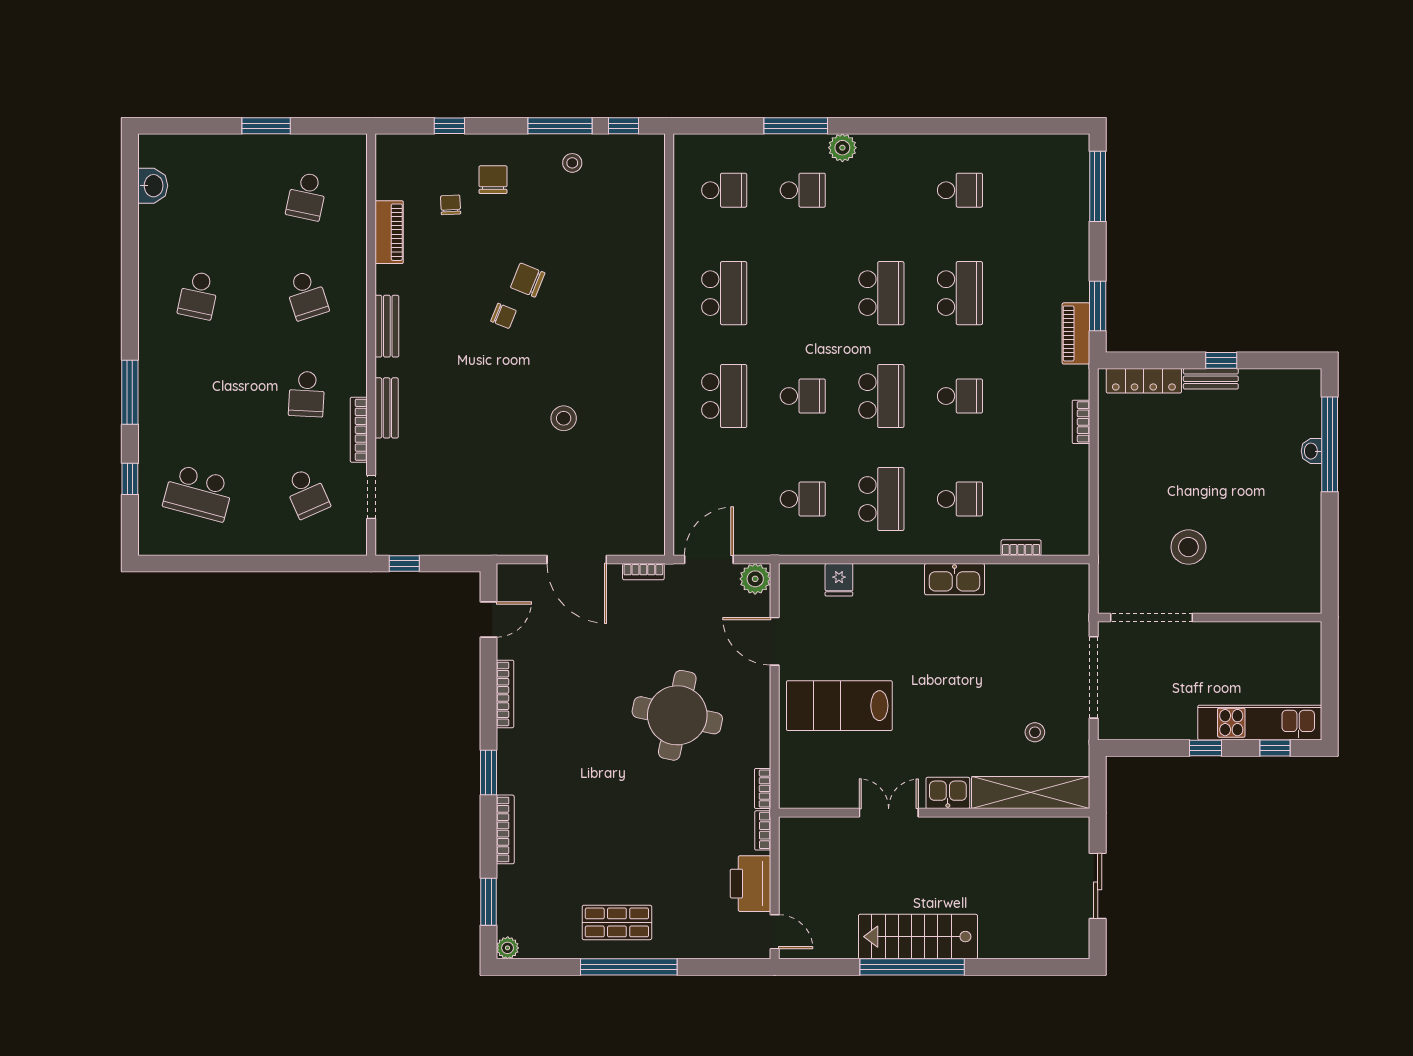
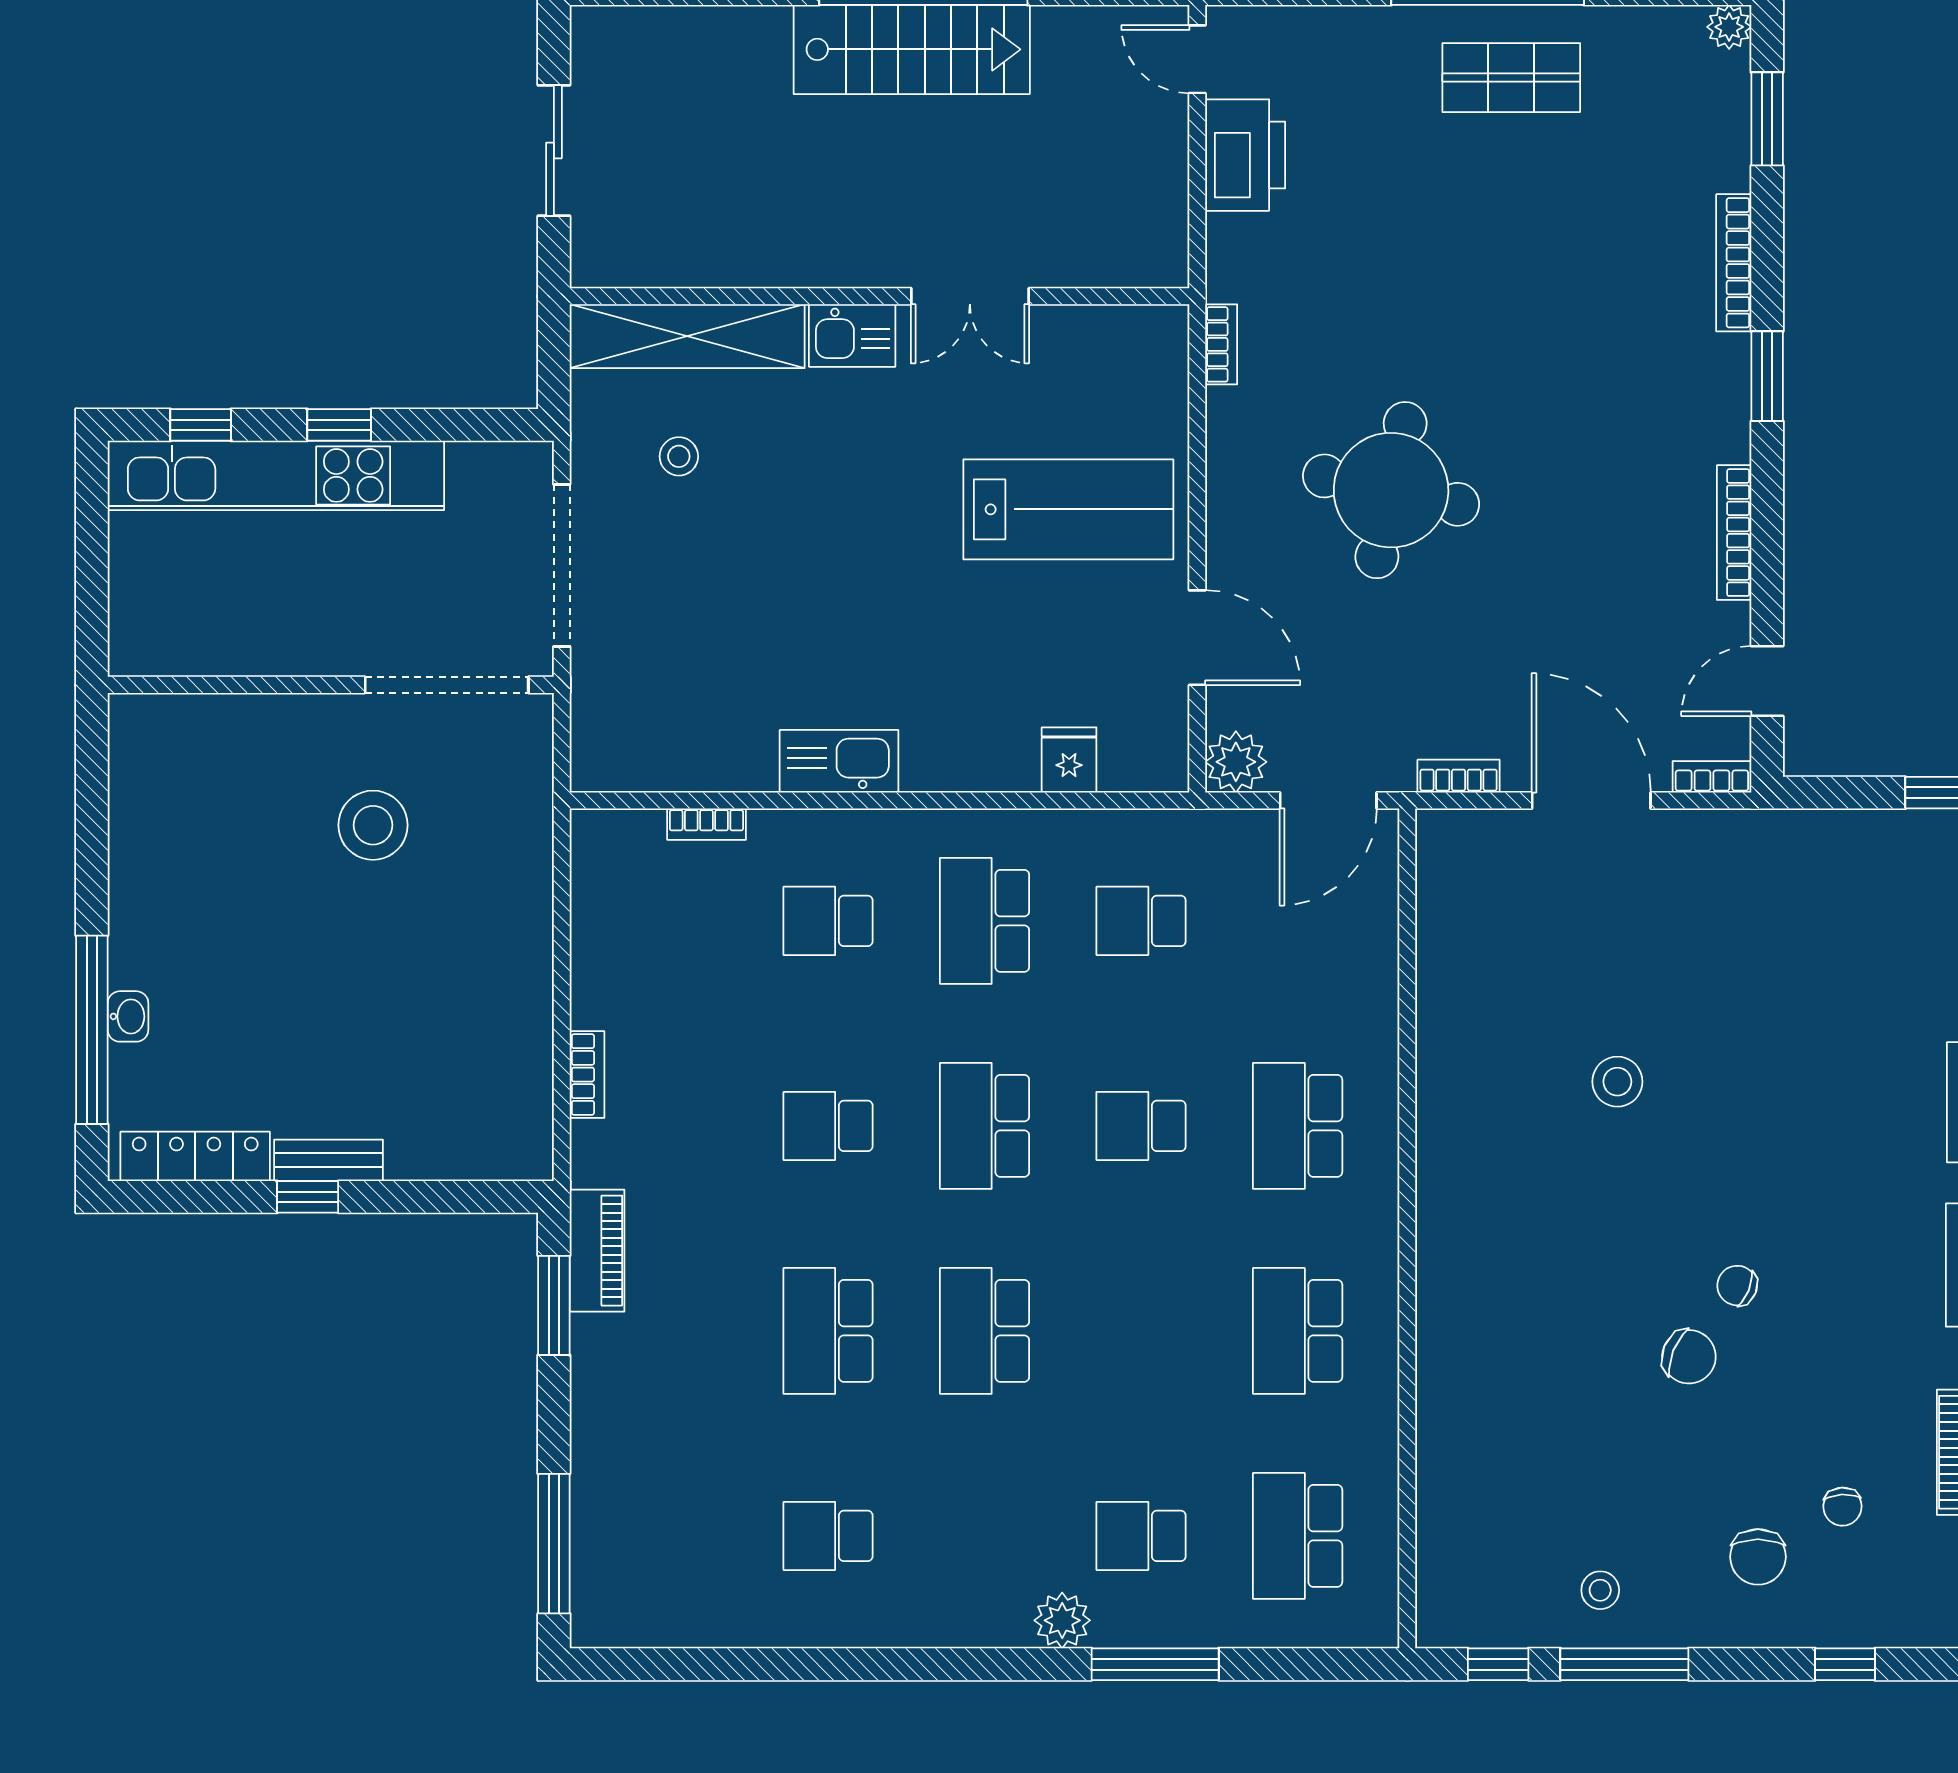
school desk: (724, 190) -> (1298, 1536), width x1.85
locker: (1144, 381) -> (195, 1156), moved
kitchen unit: (1260, 723) -> (276, 475), width x1.36
bookcase: (763, 830) -> (1712, 777), moved, turned -90

